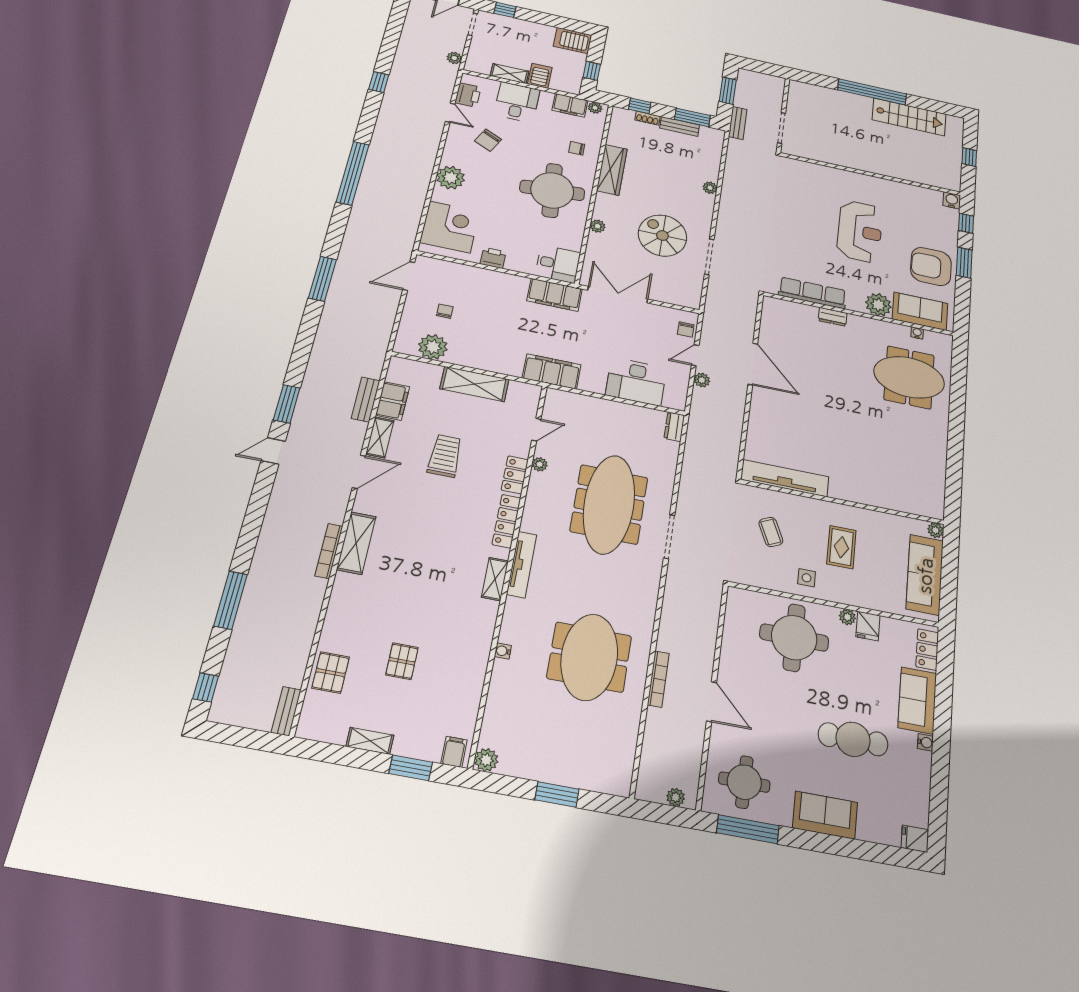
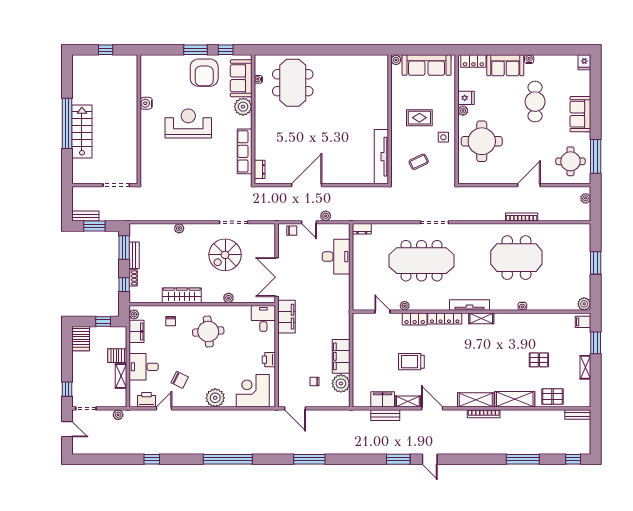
stairs: (909, 117) -> (82, 132), moved
bench: (738, 123) -> (85, 216), moved
round table: (552, 190) -> (208, 331), width x0.73, depth x0.73
water cooler: (952, 200) -> (146, 103), moved
window: (966, 223) -> (226, 50), moved
dresser: (833, 317) -> (260, 169), moved
filing cabinet: (552, 371) -> (341, 356), moved
shelving: (474, 384) -> (515, 399), moved, turned 90

